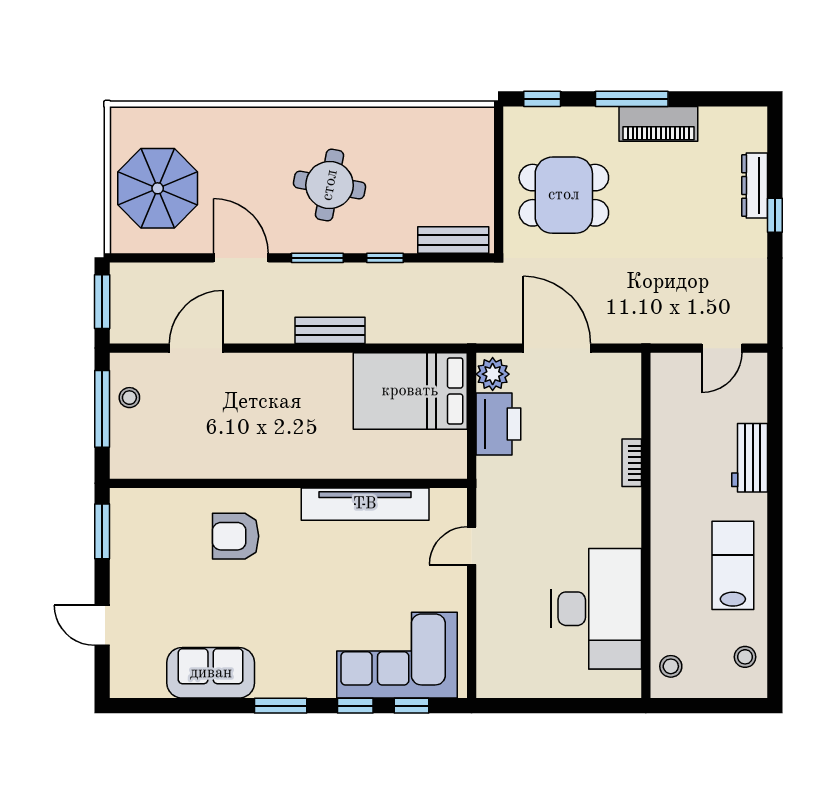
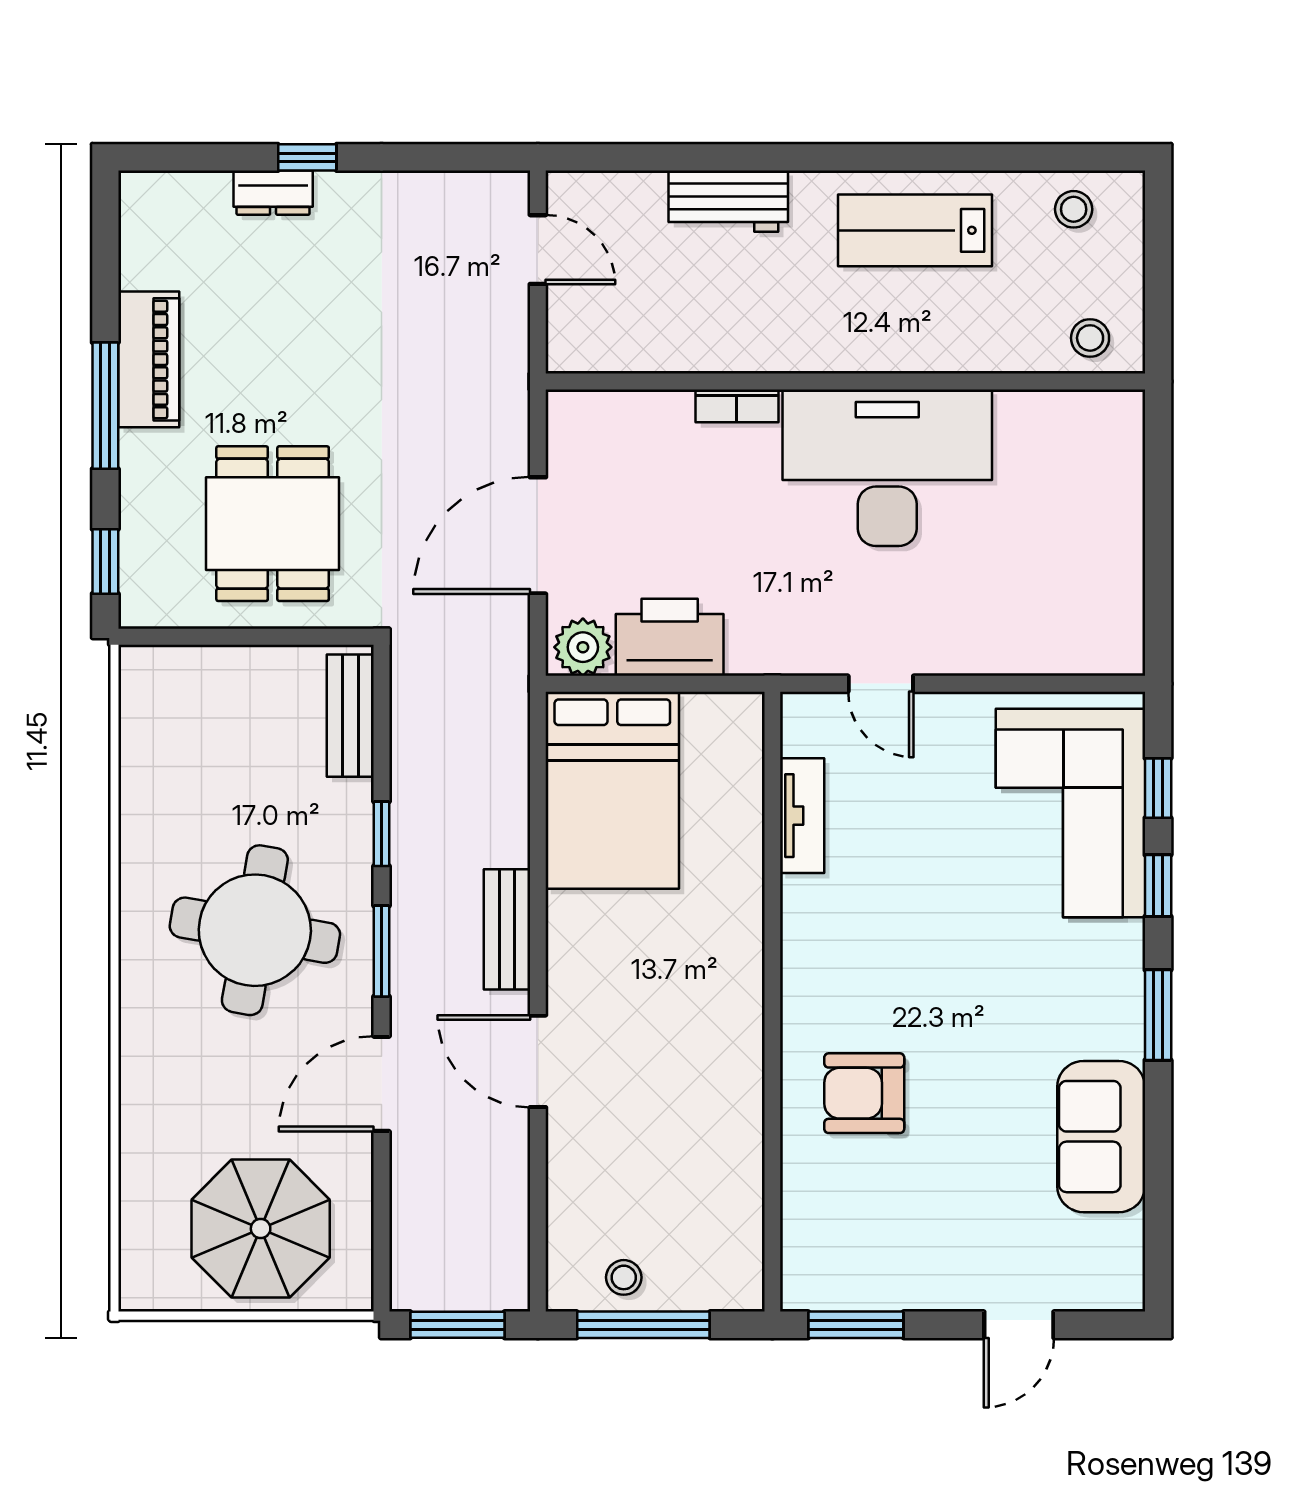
round table: (330, 185) -> (255, 930), width x1.36, depth x1.36
dresser: (755, 186) -> (273, 193), width x0.70
door: (196, 348) -> (538, 1061), moved
tv unit: (365, 504) -> (802, 816), width x0.52, depth x0.78
armchair: (236, 536) -> (864, 1093), turned 90
desk: (596, 609) -> (887, 468), moved

